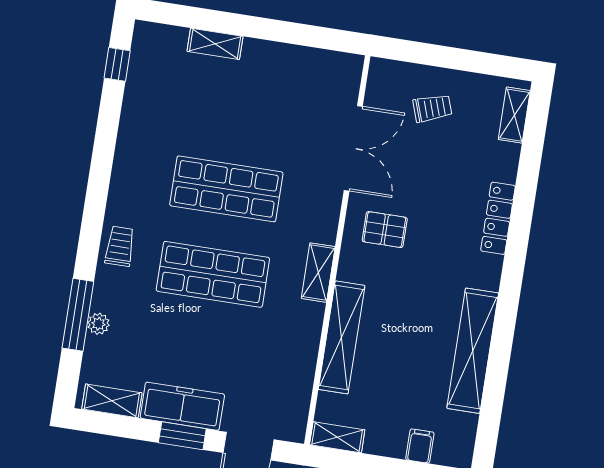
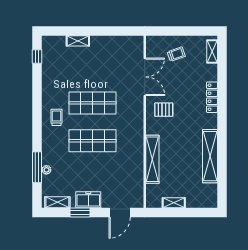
trolley: (120, 246) -> (57, 117), moved
shelving: (318, 273) -> (138, 133), removed
freezer: (182, 406) -> (88, 200), width x0.71
window: (182, 436) -> (80, 213), moved
shelving: (337, 437) -> (174, 203), moved
filing cabinet: (420, 446) -> (194, 201), removed

